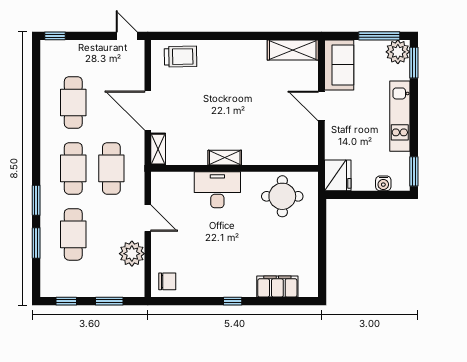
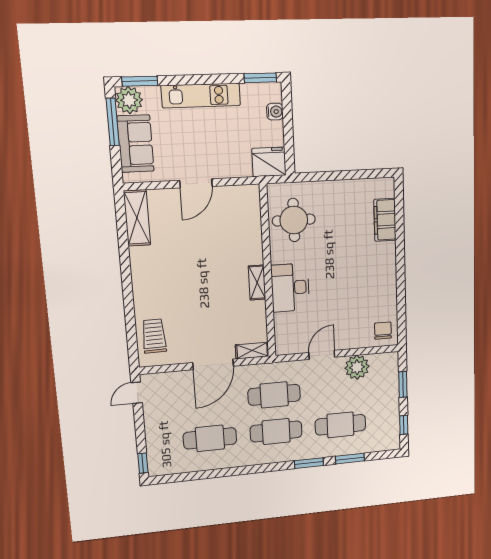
sofa: (339, 65) -> (136, 144), moved, turned 90
window: (233, 301) -> (400, 264), removed

